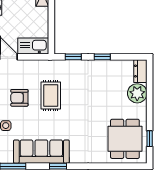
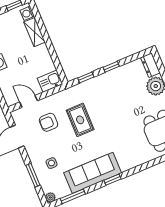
kitchen sink: (33, 46) -> (50, 81), width x0.73
armchair: (19, 98) -> (49, 122), moved

